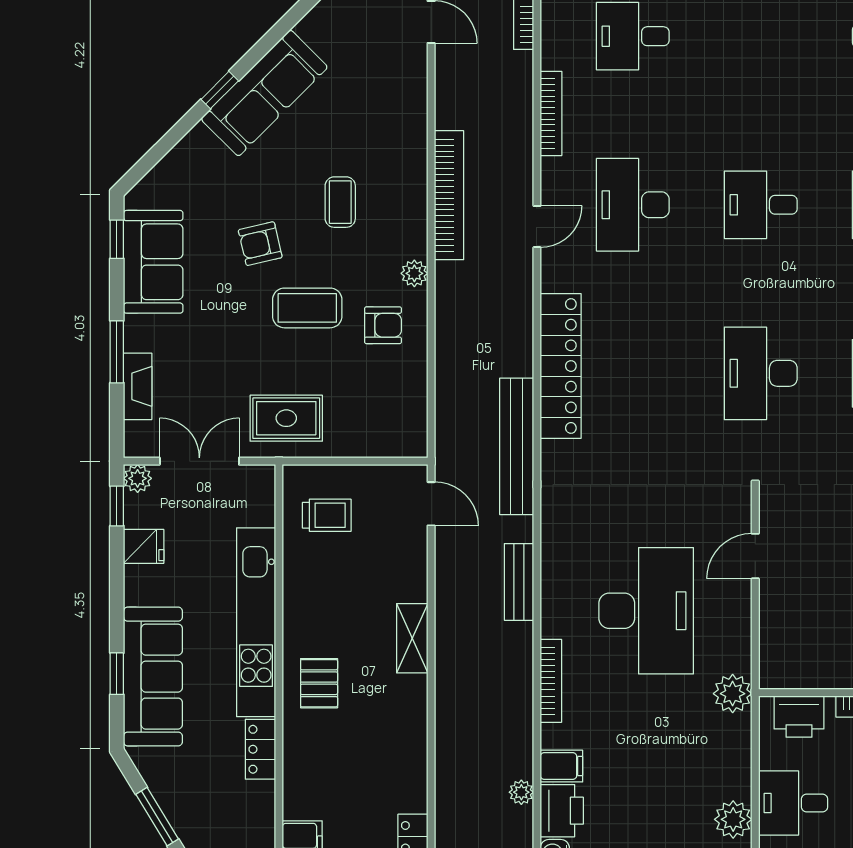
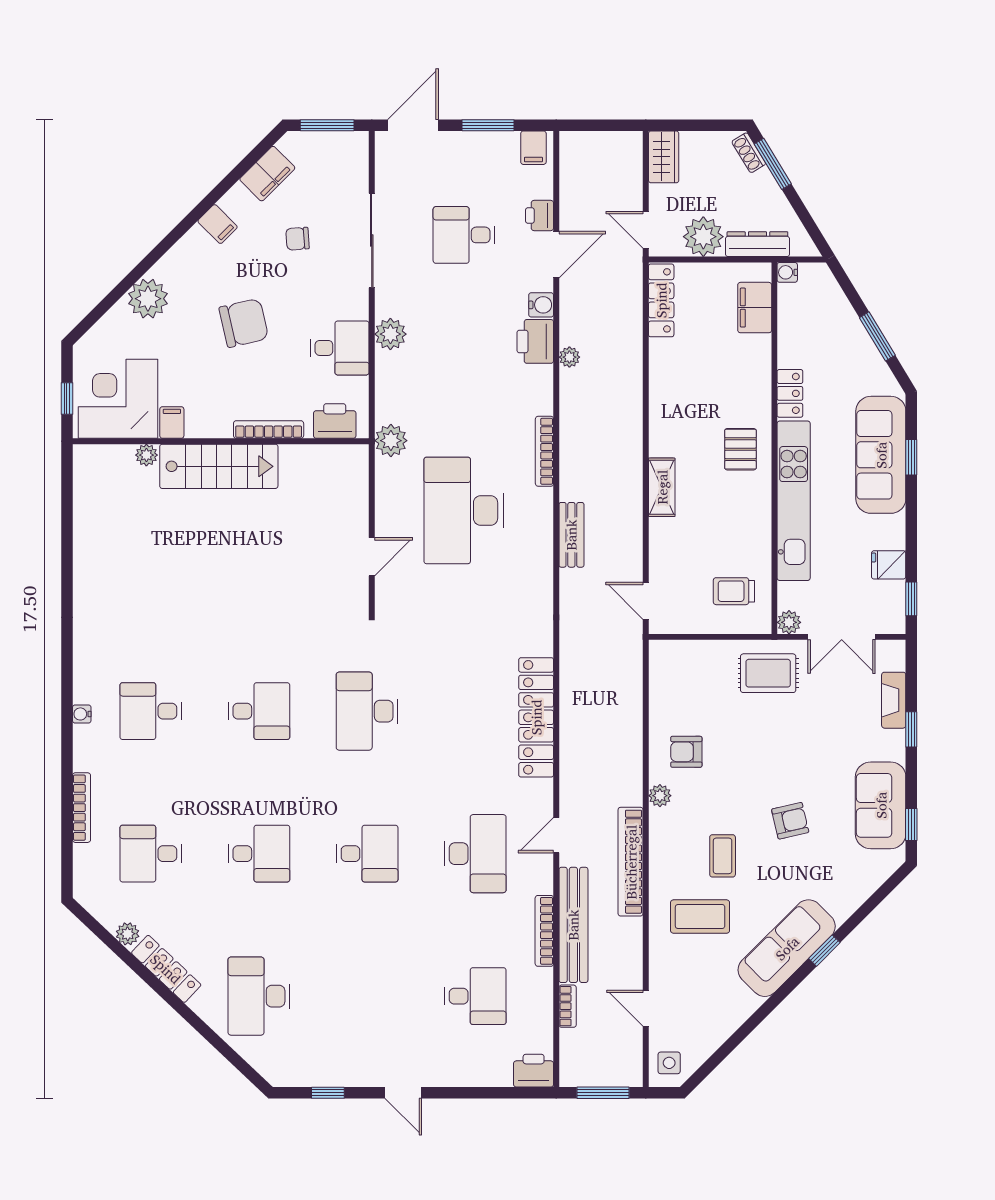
coffee table: (307, 308) -> (700, 917), moved
window: (117, 352) -> (911, 729), width x0.67
desk: (761, 373) -> (367, 711), turned 180
bench: (517, 446) -> (573, 925), moved
plant: (138, 478) -> (789, 622), moved
filing cabinet: (561, 766) -> (536, 379), removed

